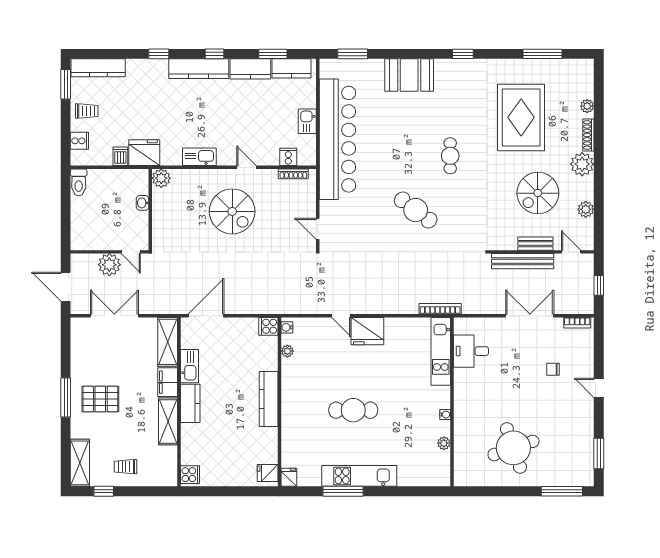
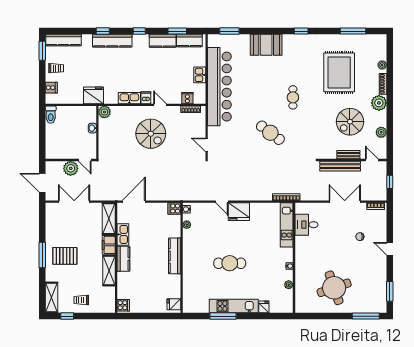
kitchen counter: (199, 69) -> (112, 41), moved
dishwasher: (120, 156) -> (146, 98), moved
fridge: (289, 477) -> (264, 307), moved

